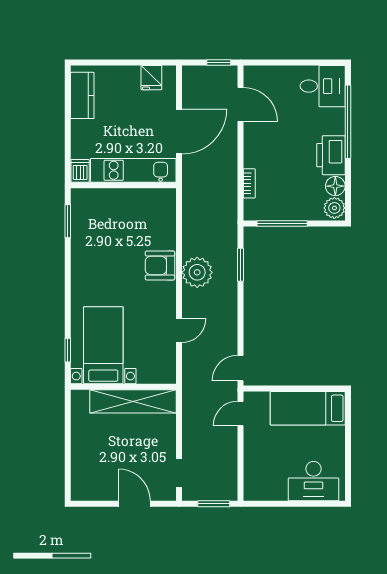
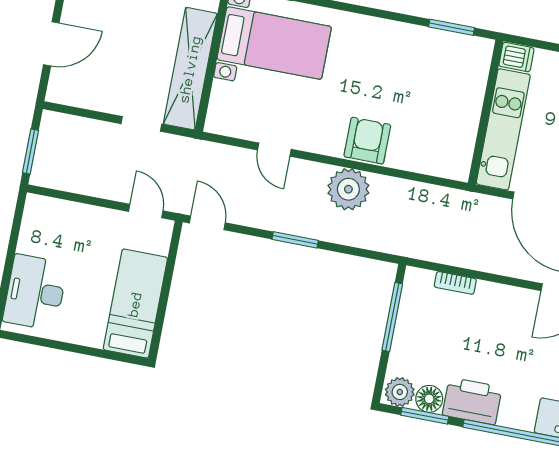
window: (348, 187) -> (425, 416), added
window: (240, 265) -> (295, 240), moved
doorway: (179, 473) -> (141, 124), moved

